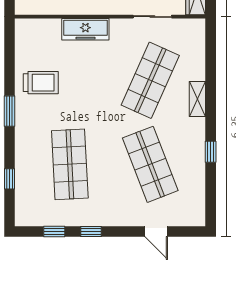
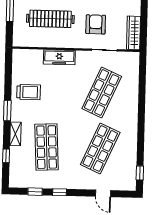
shelving: (197, 99) -> (15, 134), moved
window: (211, 152) -> (140, 173), moved
shop shelf: (150, 164) -> (100, 148), turned 45

